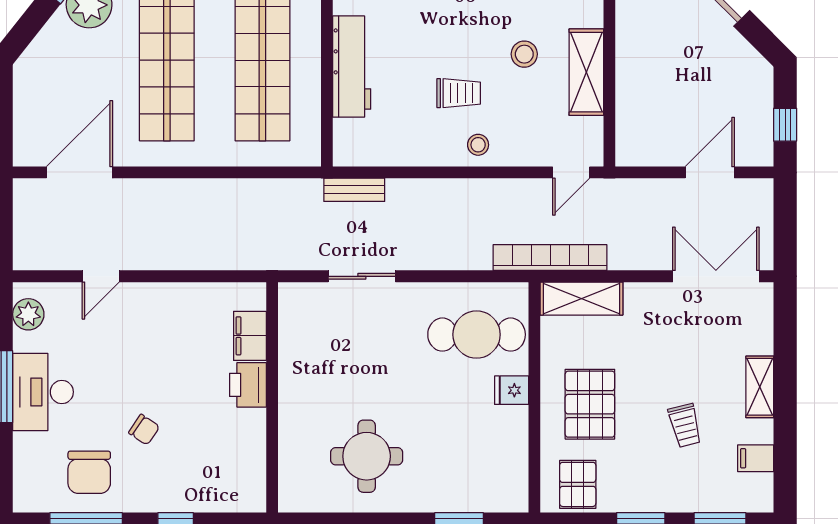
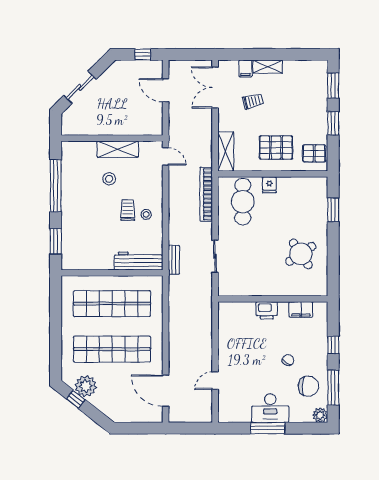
workbench: (352, 67) -> (139, 261), moved
stool: (478, 145) -> (146, 214), moved
bookcase: (550, 258) -> (206, 194), moved
door: (101, 276) -> (215, 381), swing flipped
plant: (28, 314) -> (320, 415), moved
filing cabinet: (250, 336) -> (301, 310), moved
trolley: (685, 425) -> (253, 101), moved
round table: (367, 456) -> (301, 254), turned -34
filing cabinet: (756, 458) -> (245, 69), moved

